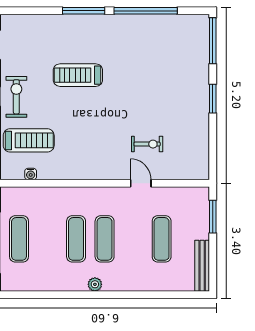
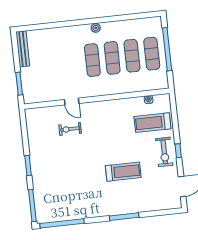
window: (146, 11) -> (62, 223), moved
exercise mat: (162, 239) -> (132, 56), moved

